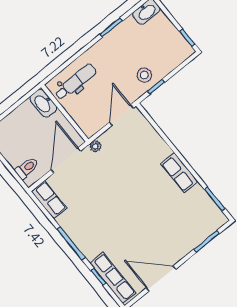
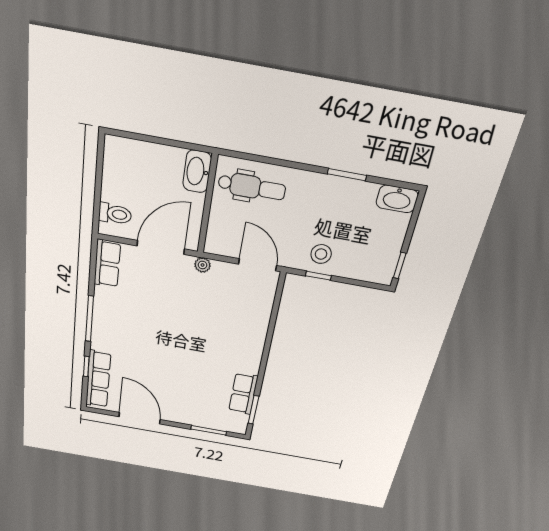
door: (121, 115) -> (258, 265), hinge flipped
row of seats: (179, 173) -> (243, 394), moved

